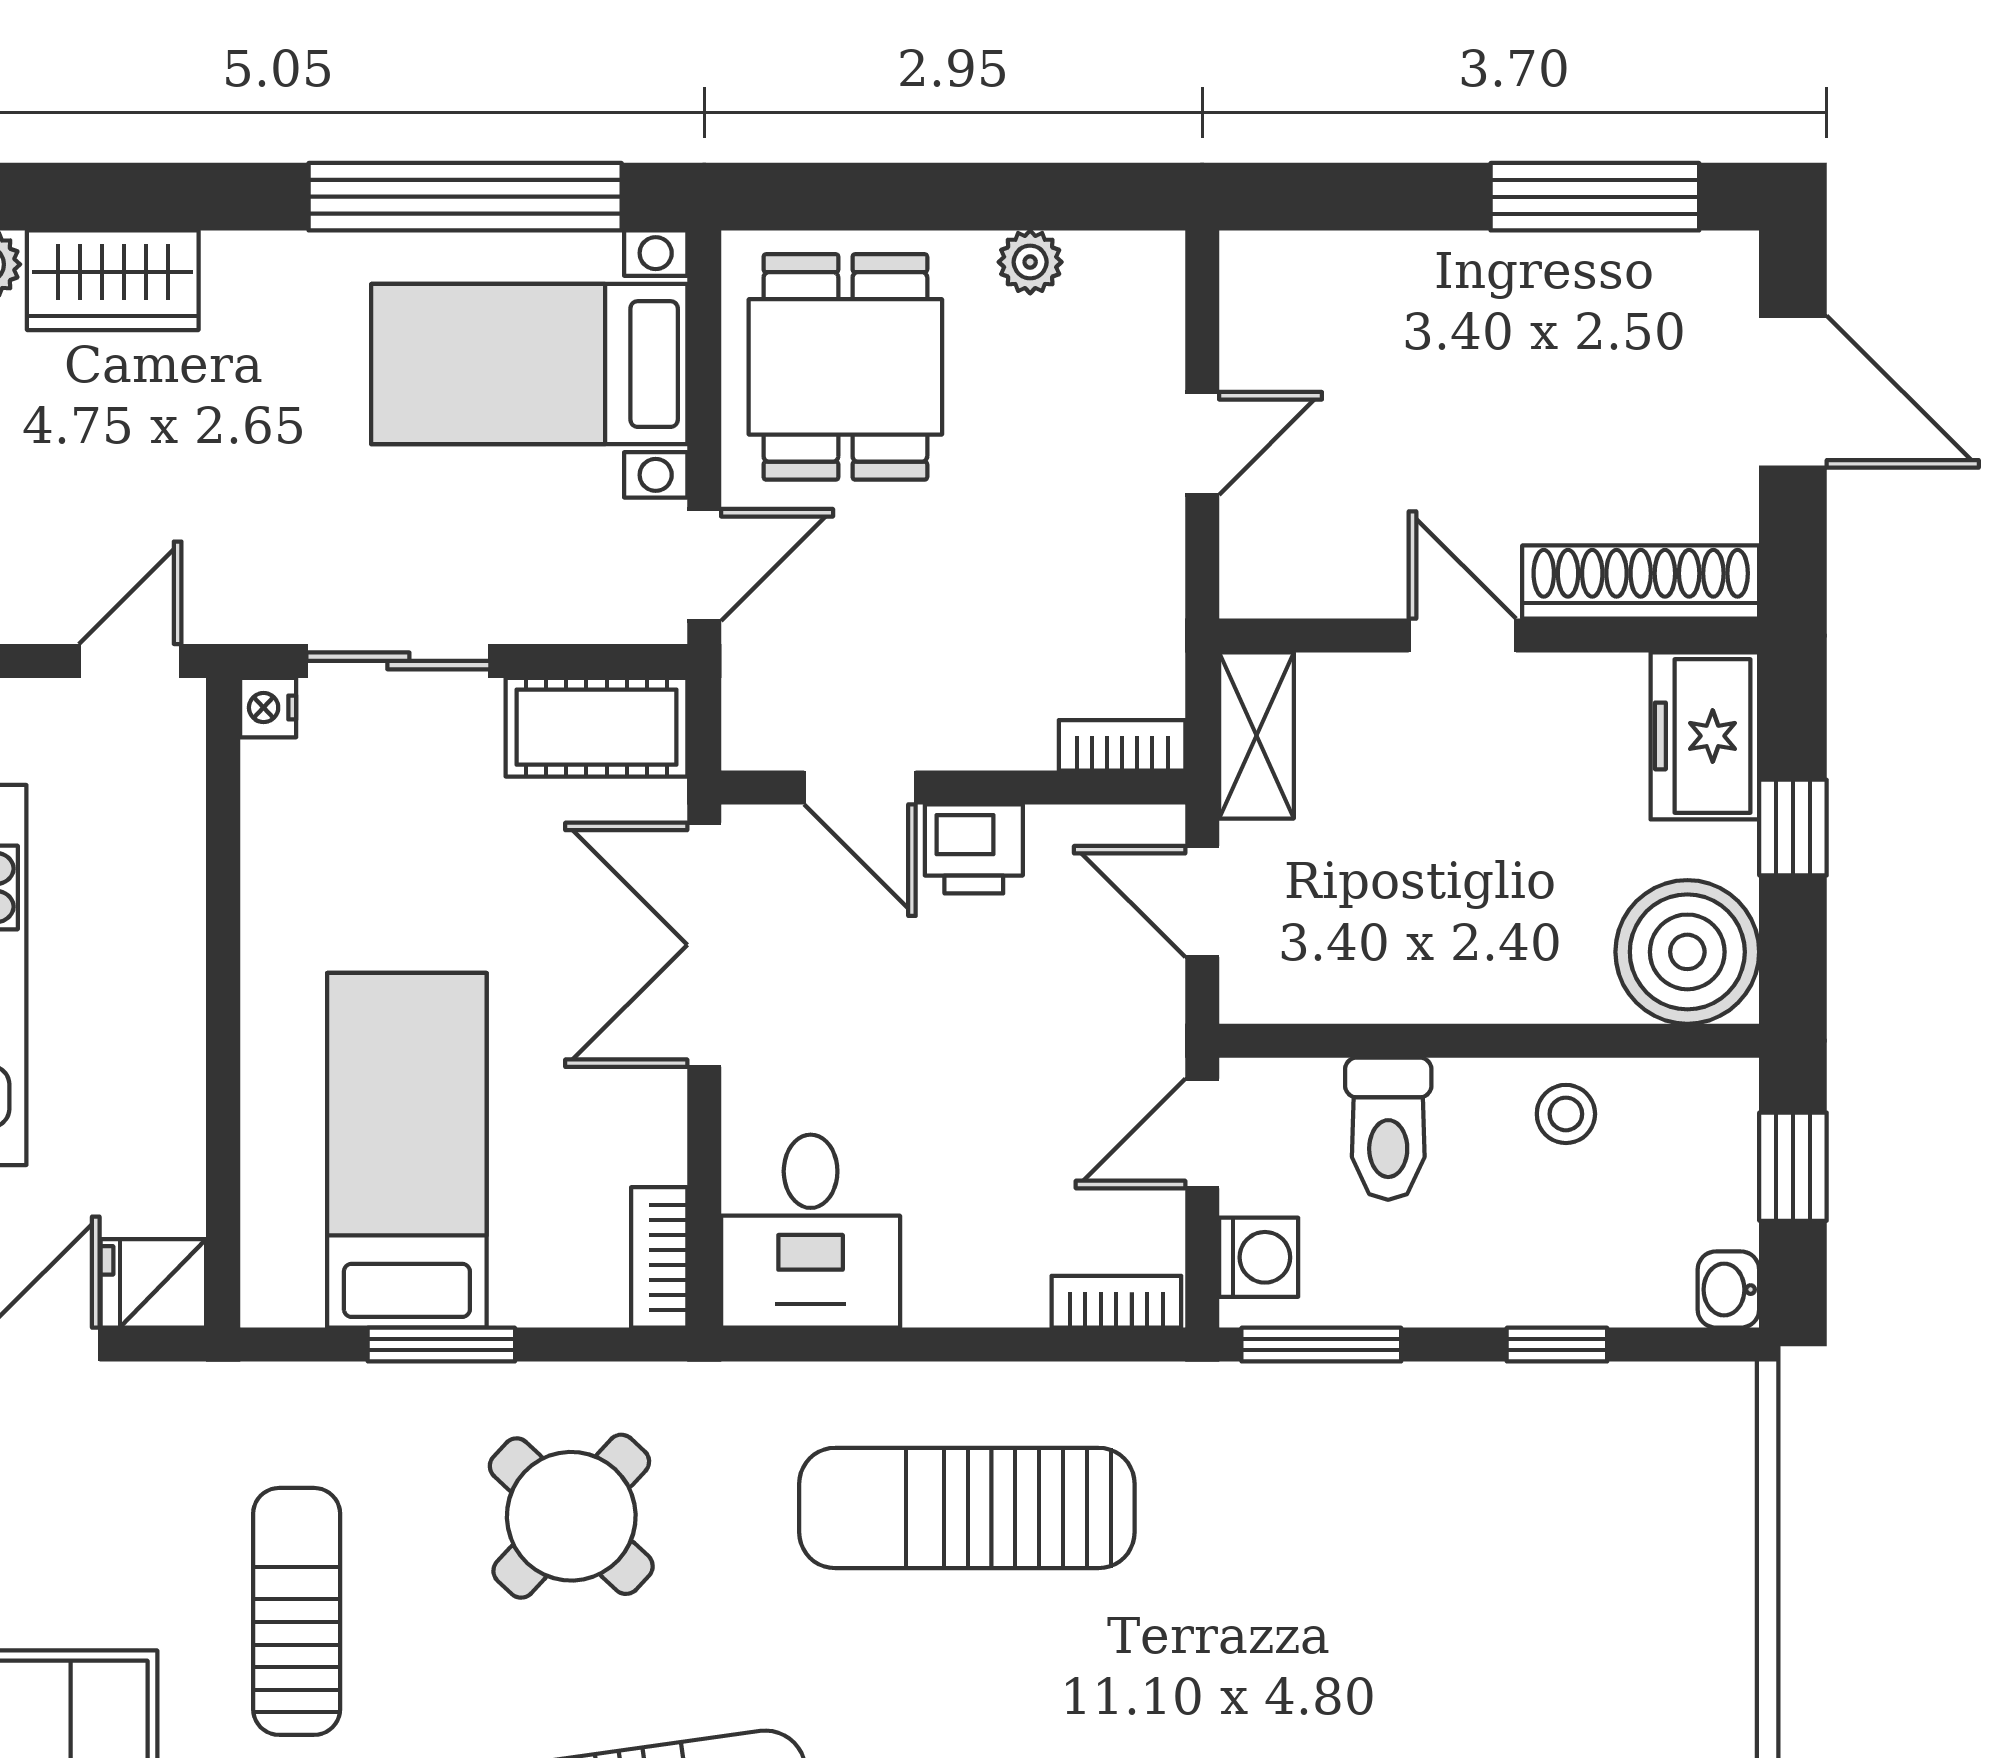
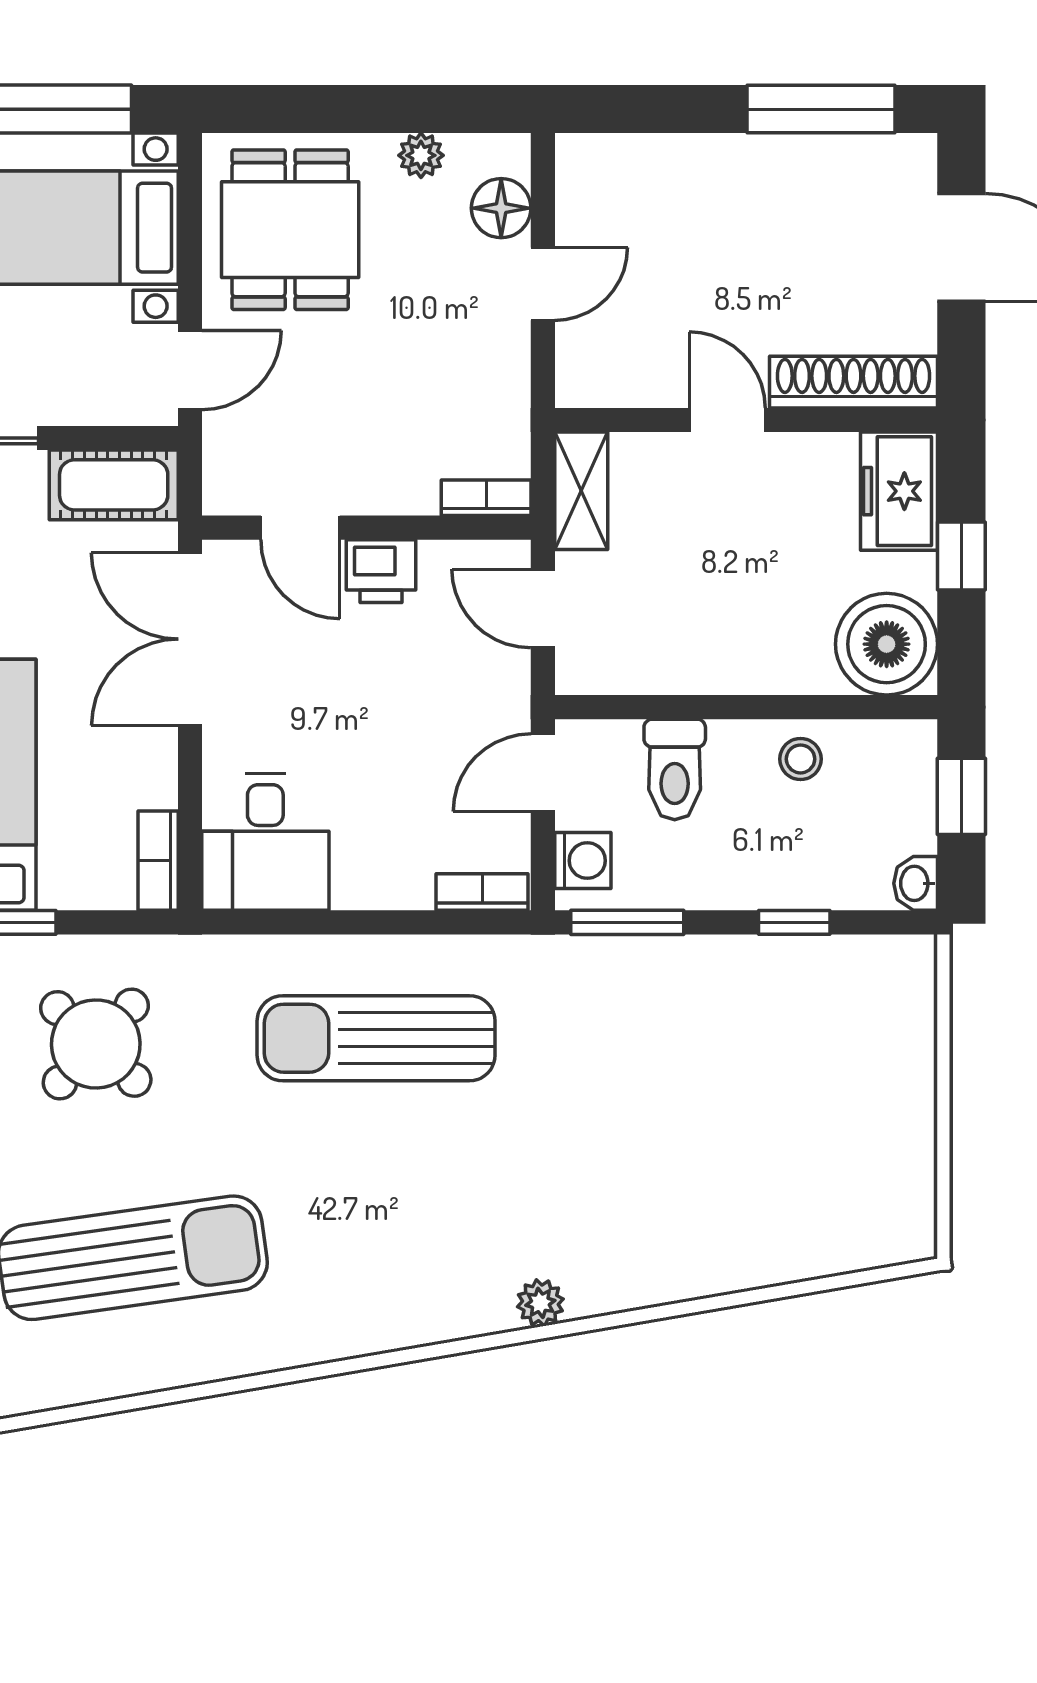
floor lamp: (1143, 336) -> (501, 208), added

